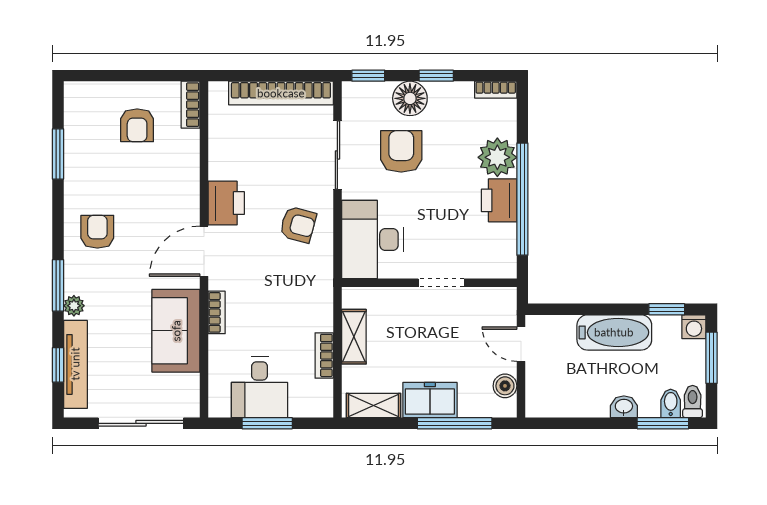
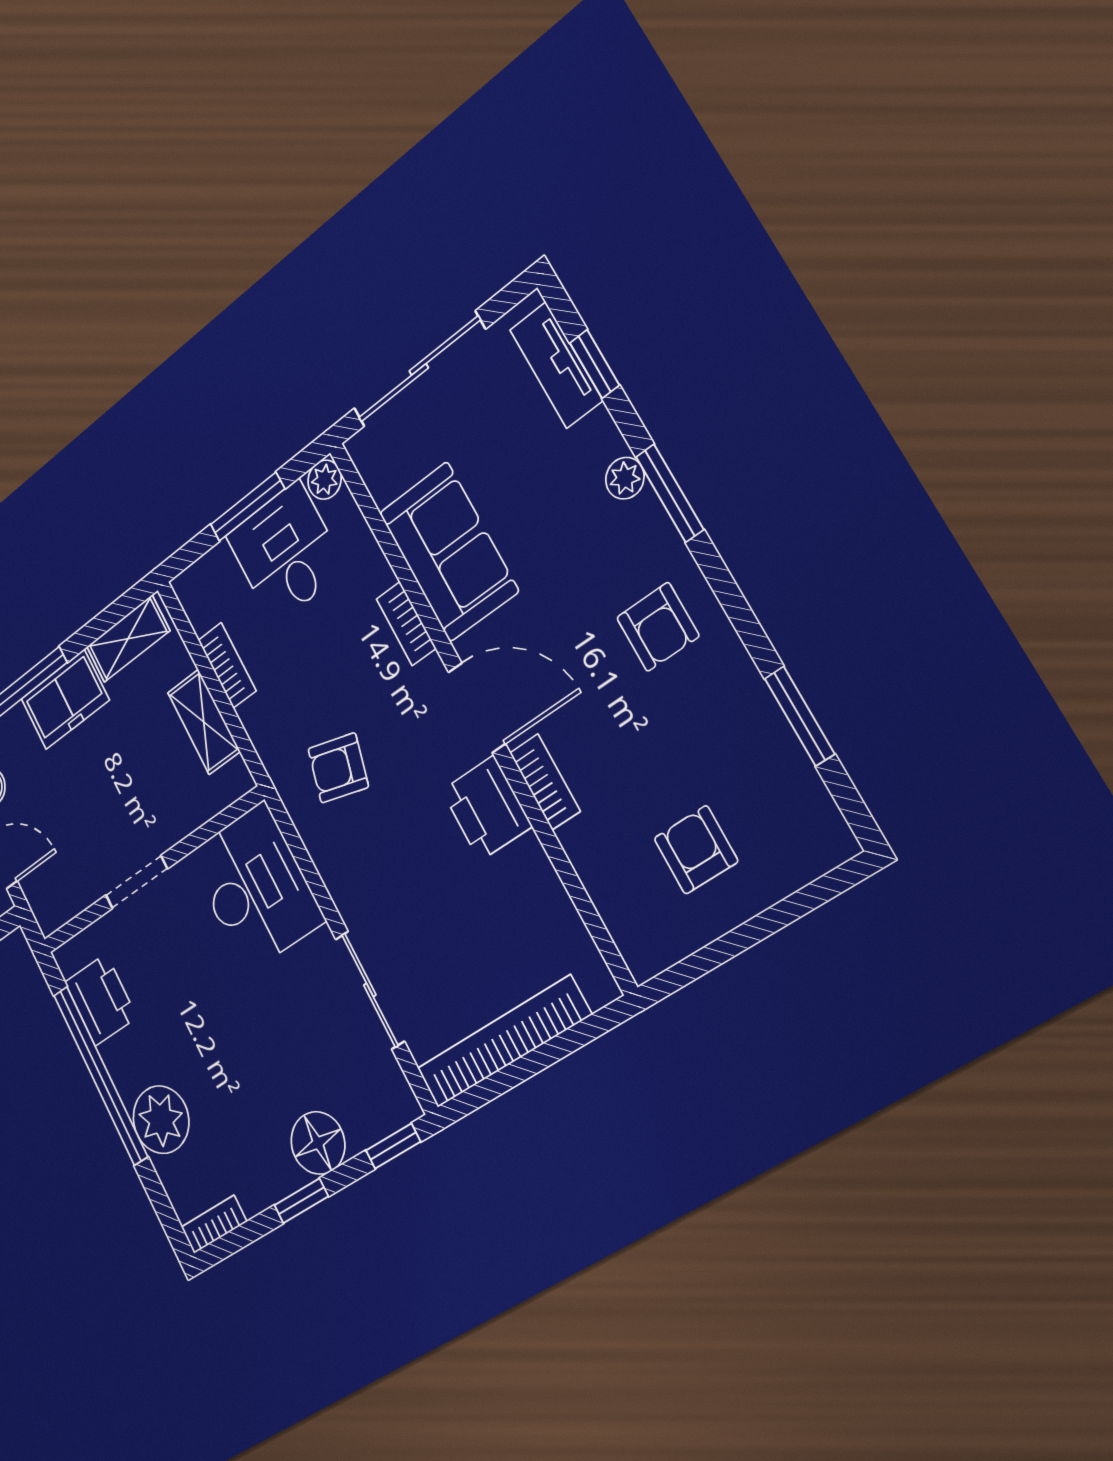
bookcase: (190, 105) -> (545, 782), moved
armchair: (401, 151) -> (287, 1051), removed
printer: (499, 200) -> (101, 1000), moved
armchair: (298, 225) -> (338, 768), moved
door: (204, 251) -> (477, 708), hinge flipped
tv unit: (75, 364) -> (556, 365), width x0.71
plant: (219, 407) -> (325, 480), added

